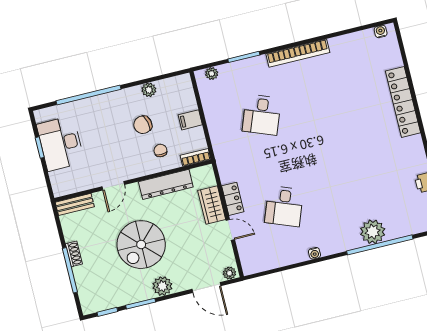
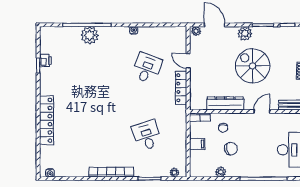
desk: (262, 115) -> (147, 135), turned -39
locker: (233, 199) -> (181, 88), width x1.53
wardrobe: (212, 205) -> (197, 81), removed
spiral stairs: (141, 245) -> (253, 66), turned -90

